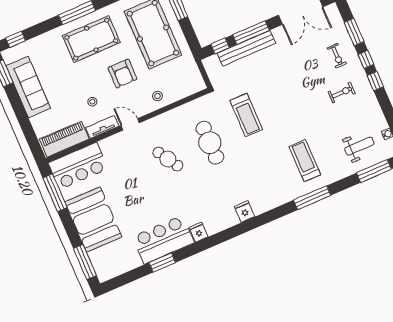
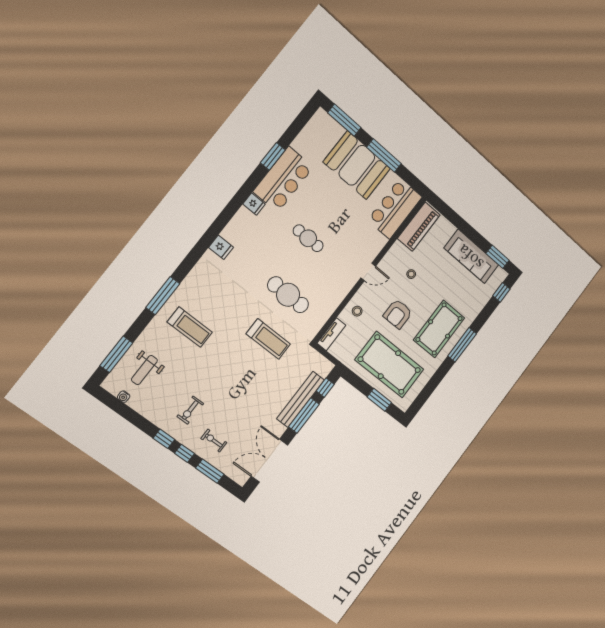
armchair: (122, 73) -> (398, 314), turned -90
treadmill: (246, 115) -> (268, 339), turned 180
tv unit: (102, 127) -> (331, 334), moved
cafe table: (168, 159) -> (308, 238), moved, turned 32
window: (55, 193) -> (384, 155), moved

